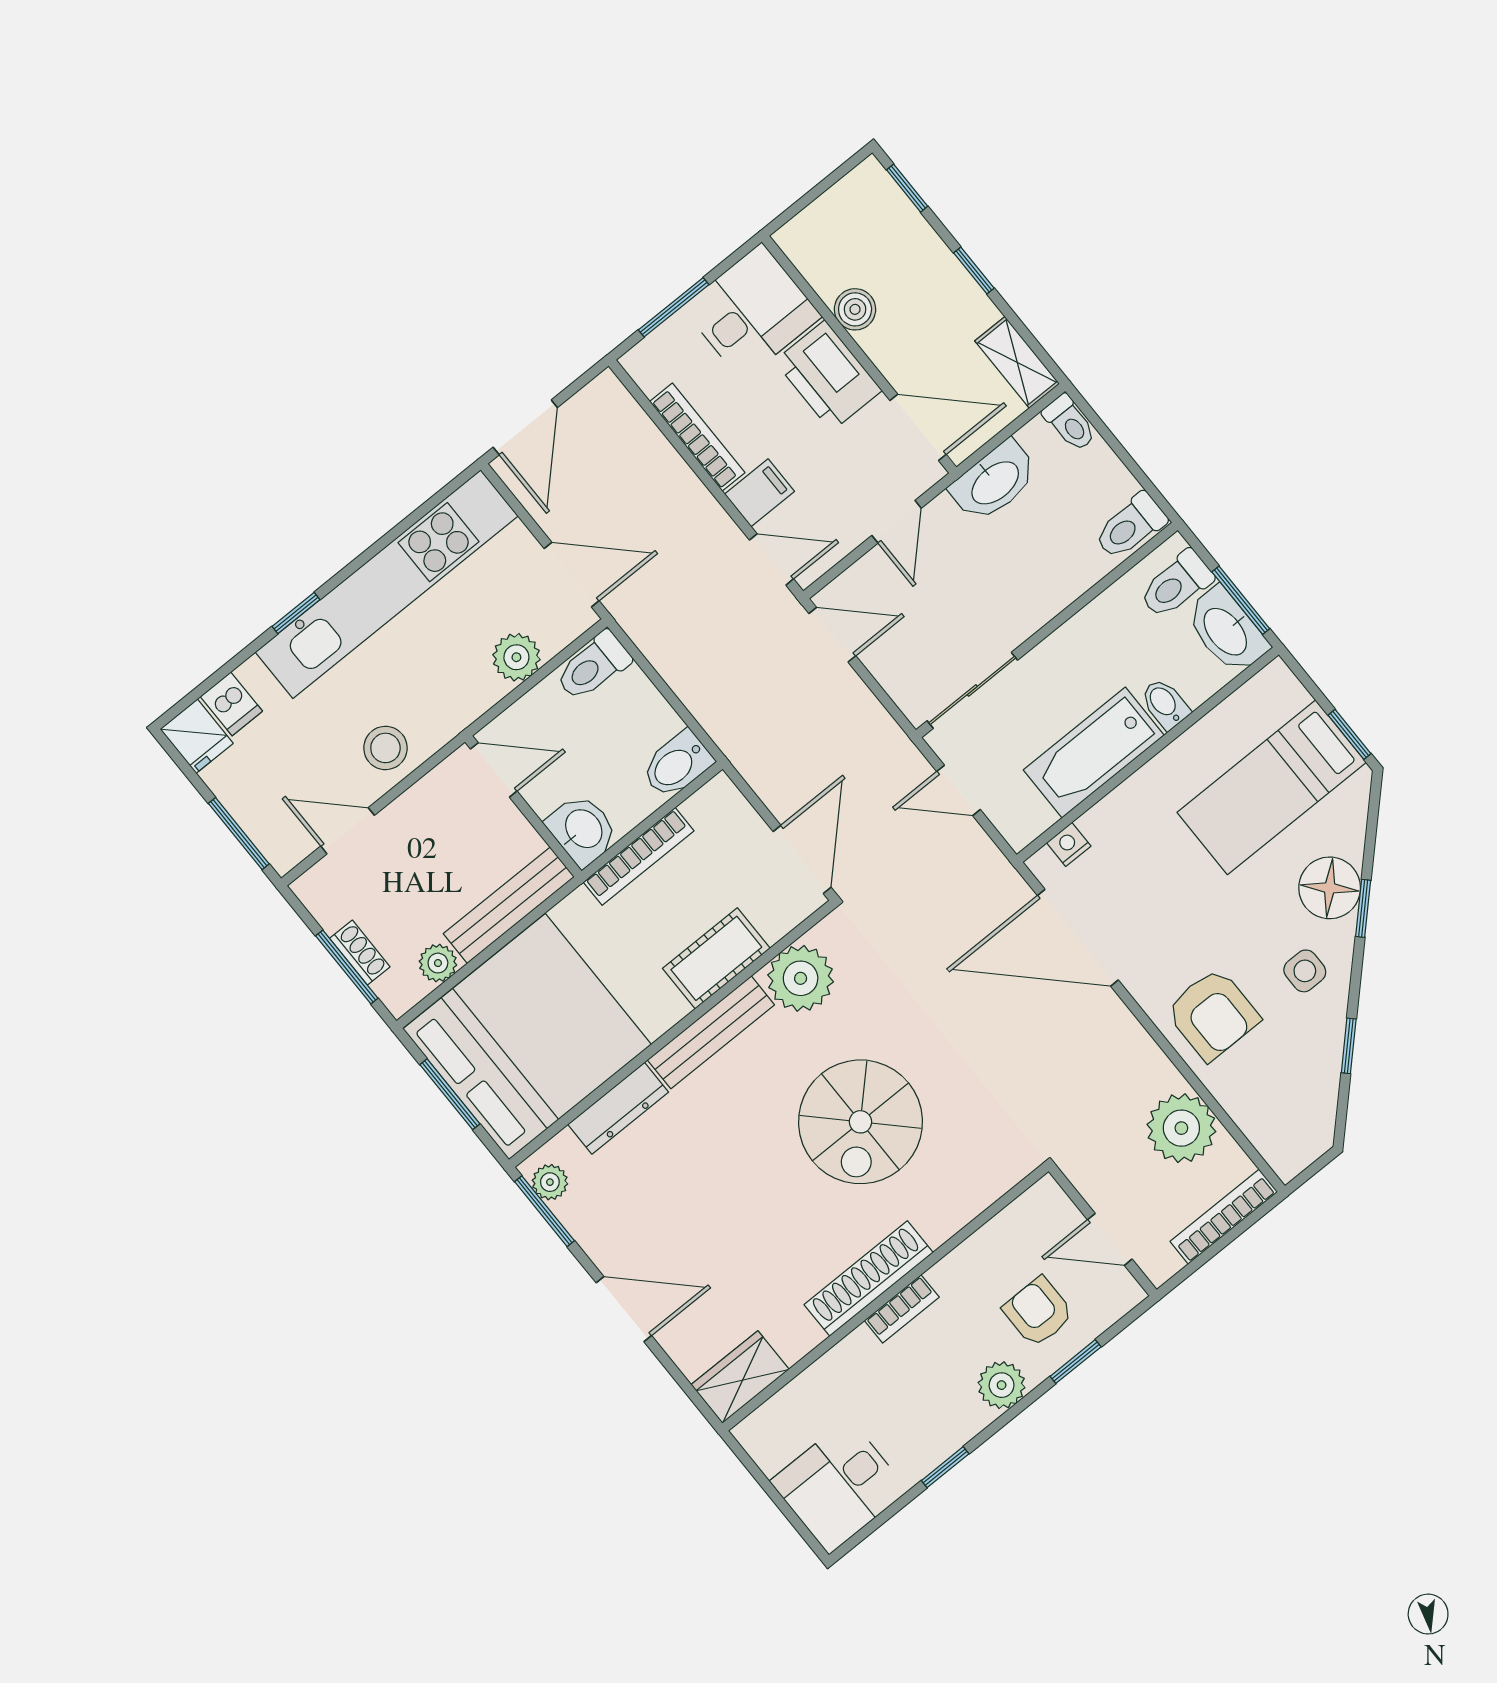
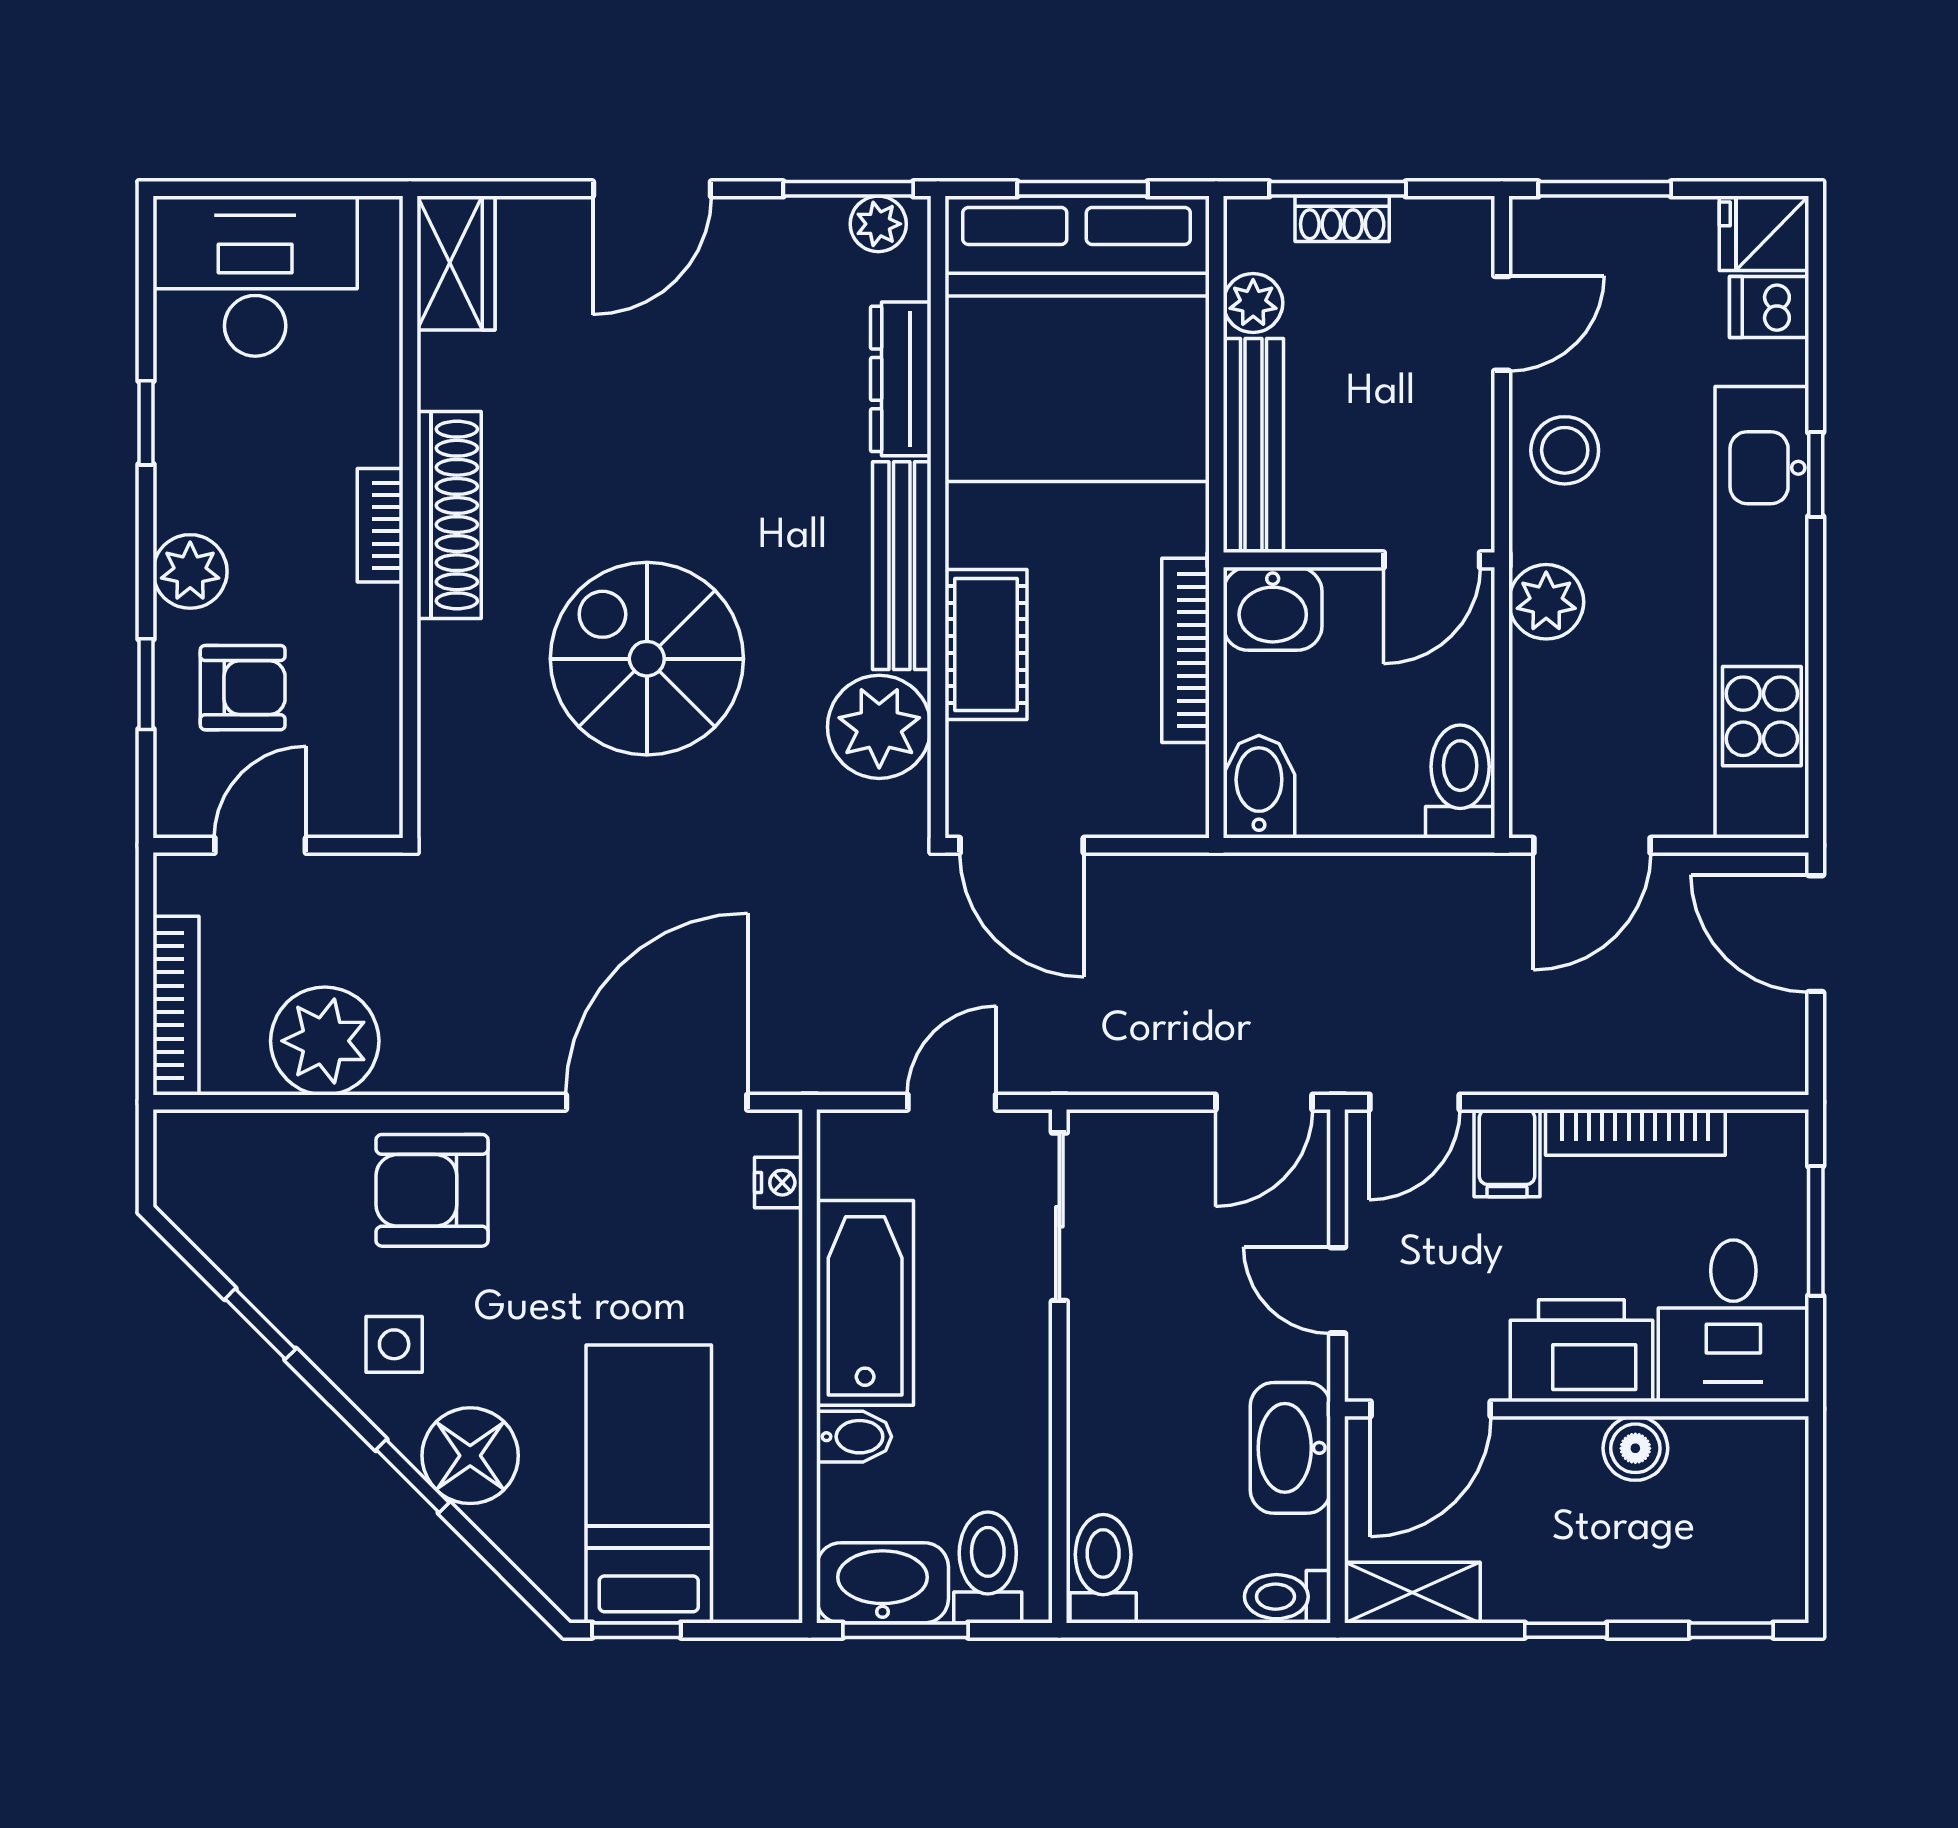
plant: (516, 657) -> (1546, 602), moved
desk: (839, 1486) -> (255, 276), width x1.37

